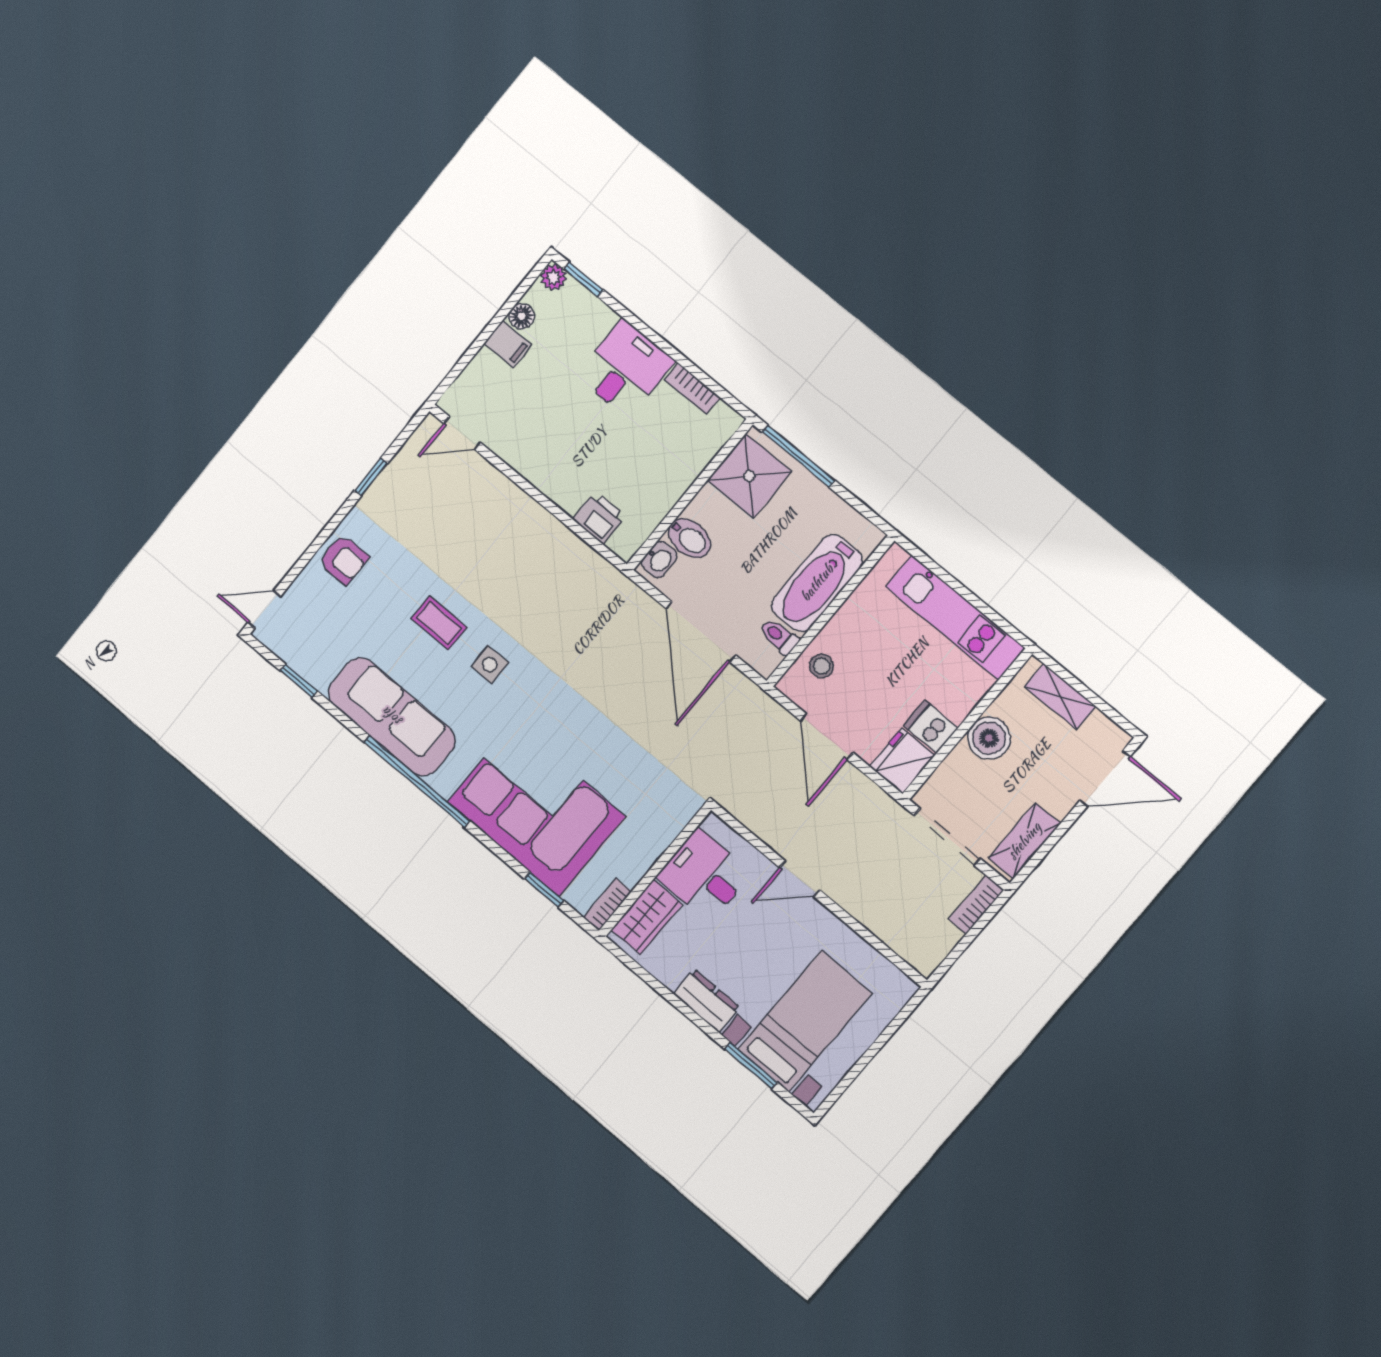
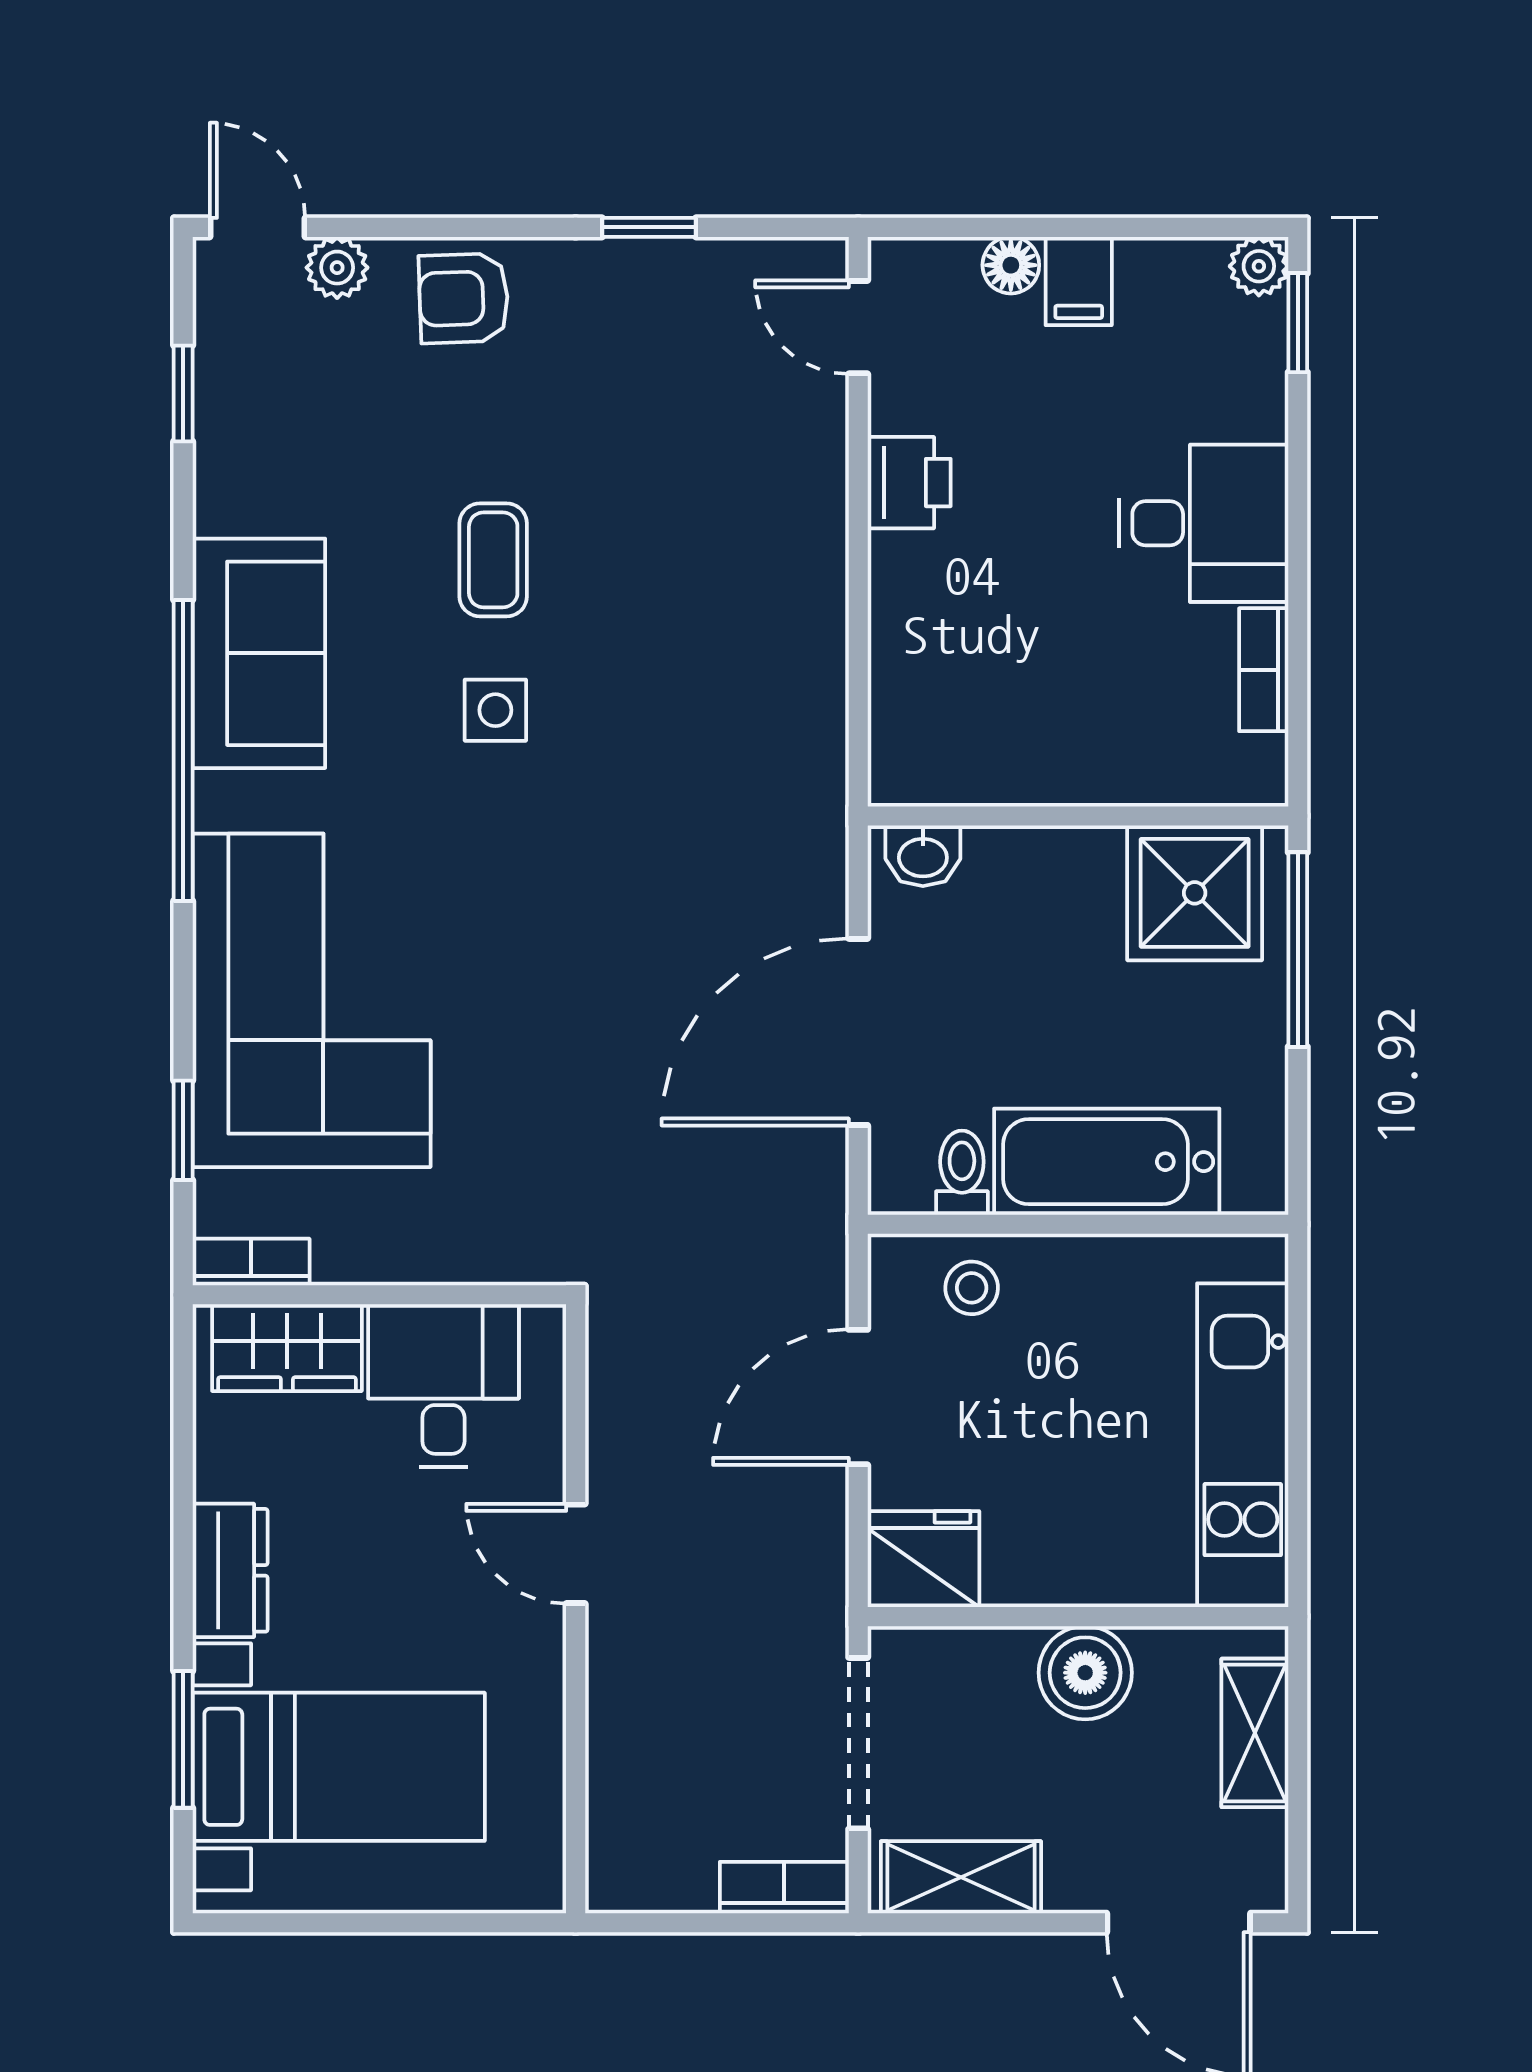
floor lamp: (522, 316) -> (1011, 265), moved
printer: (599, 518) -> (909, 483), moved
bidet: (690, 538) -> (1003, 878), removed
armchair: (344, 560) -> (464, 298), turned 88
plant: (299, 594) -> (337, 268), added
sofa: (392, 717) -> (259, 653), width x0.73
dishwasher: (931, 727) -> (1023, 1559), removed

